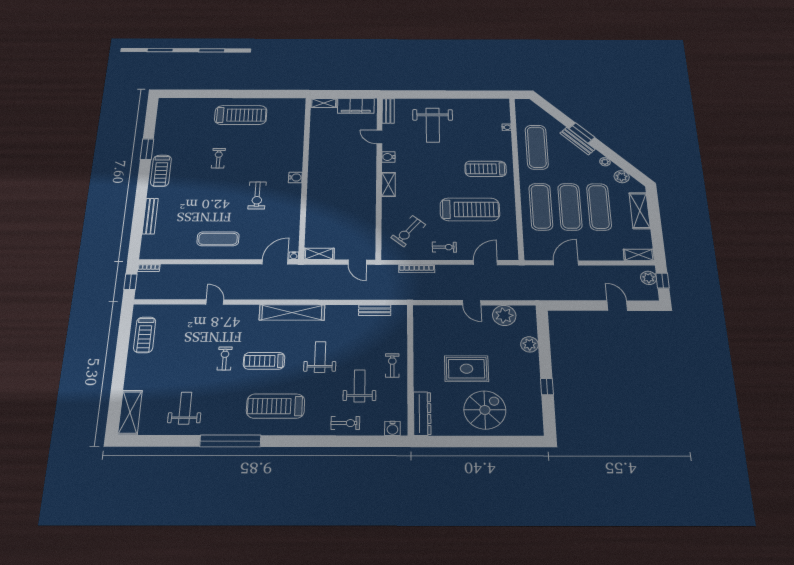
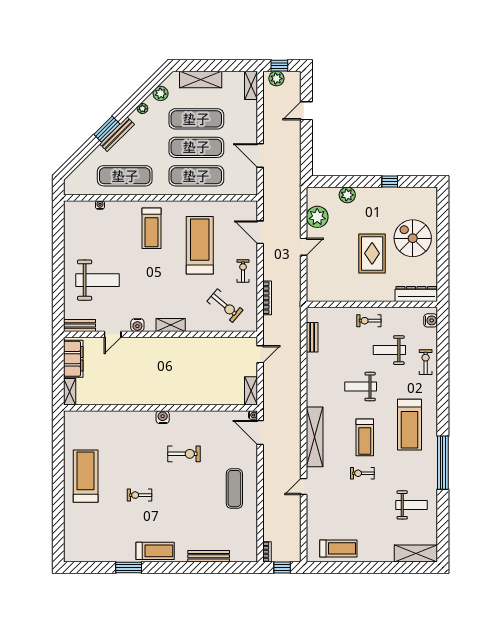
shelving: (292, 313) -> (315, 437), moved
weight bench: (185, 408) -> (412, 505), turned 180

